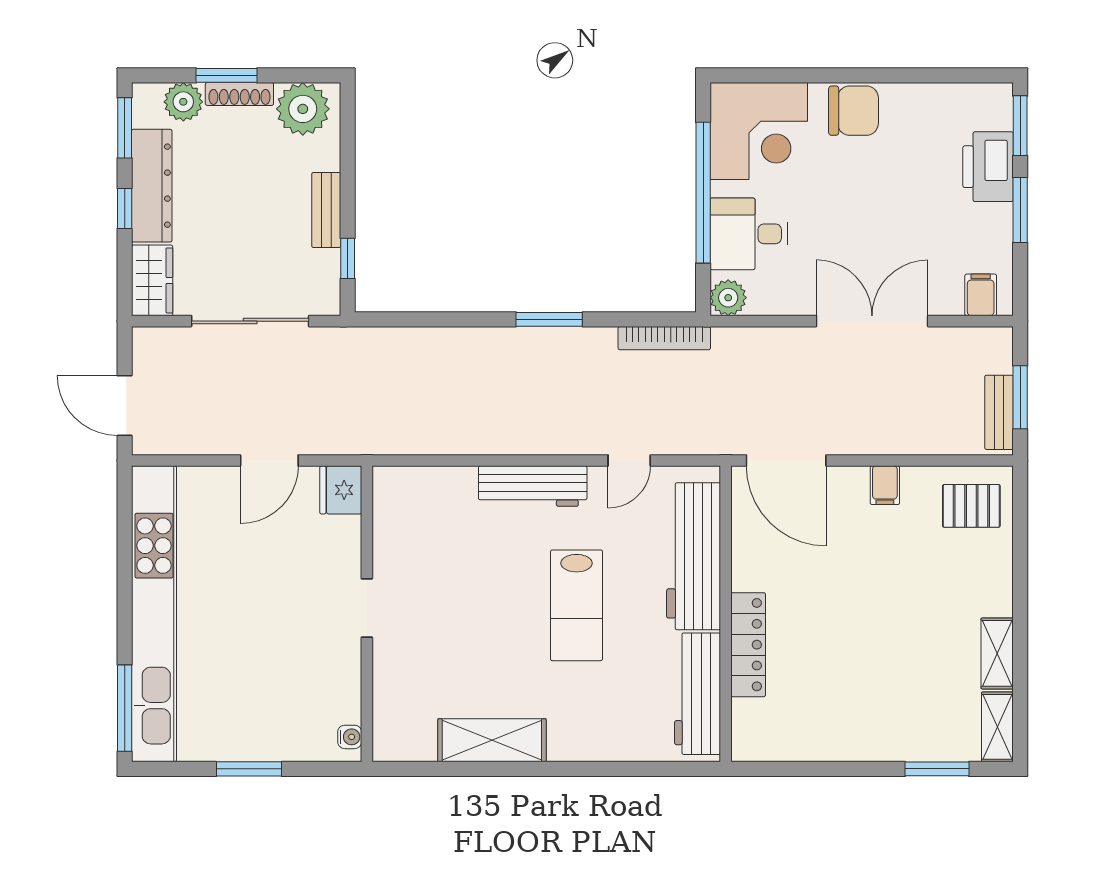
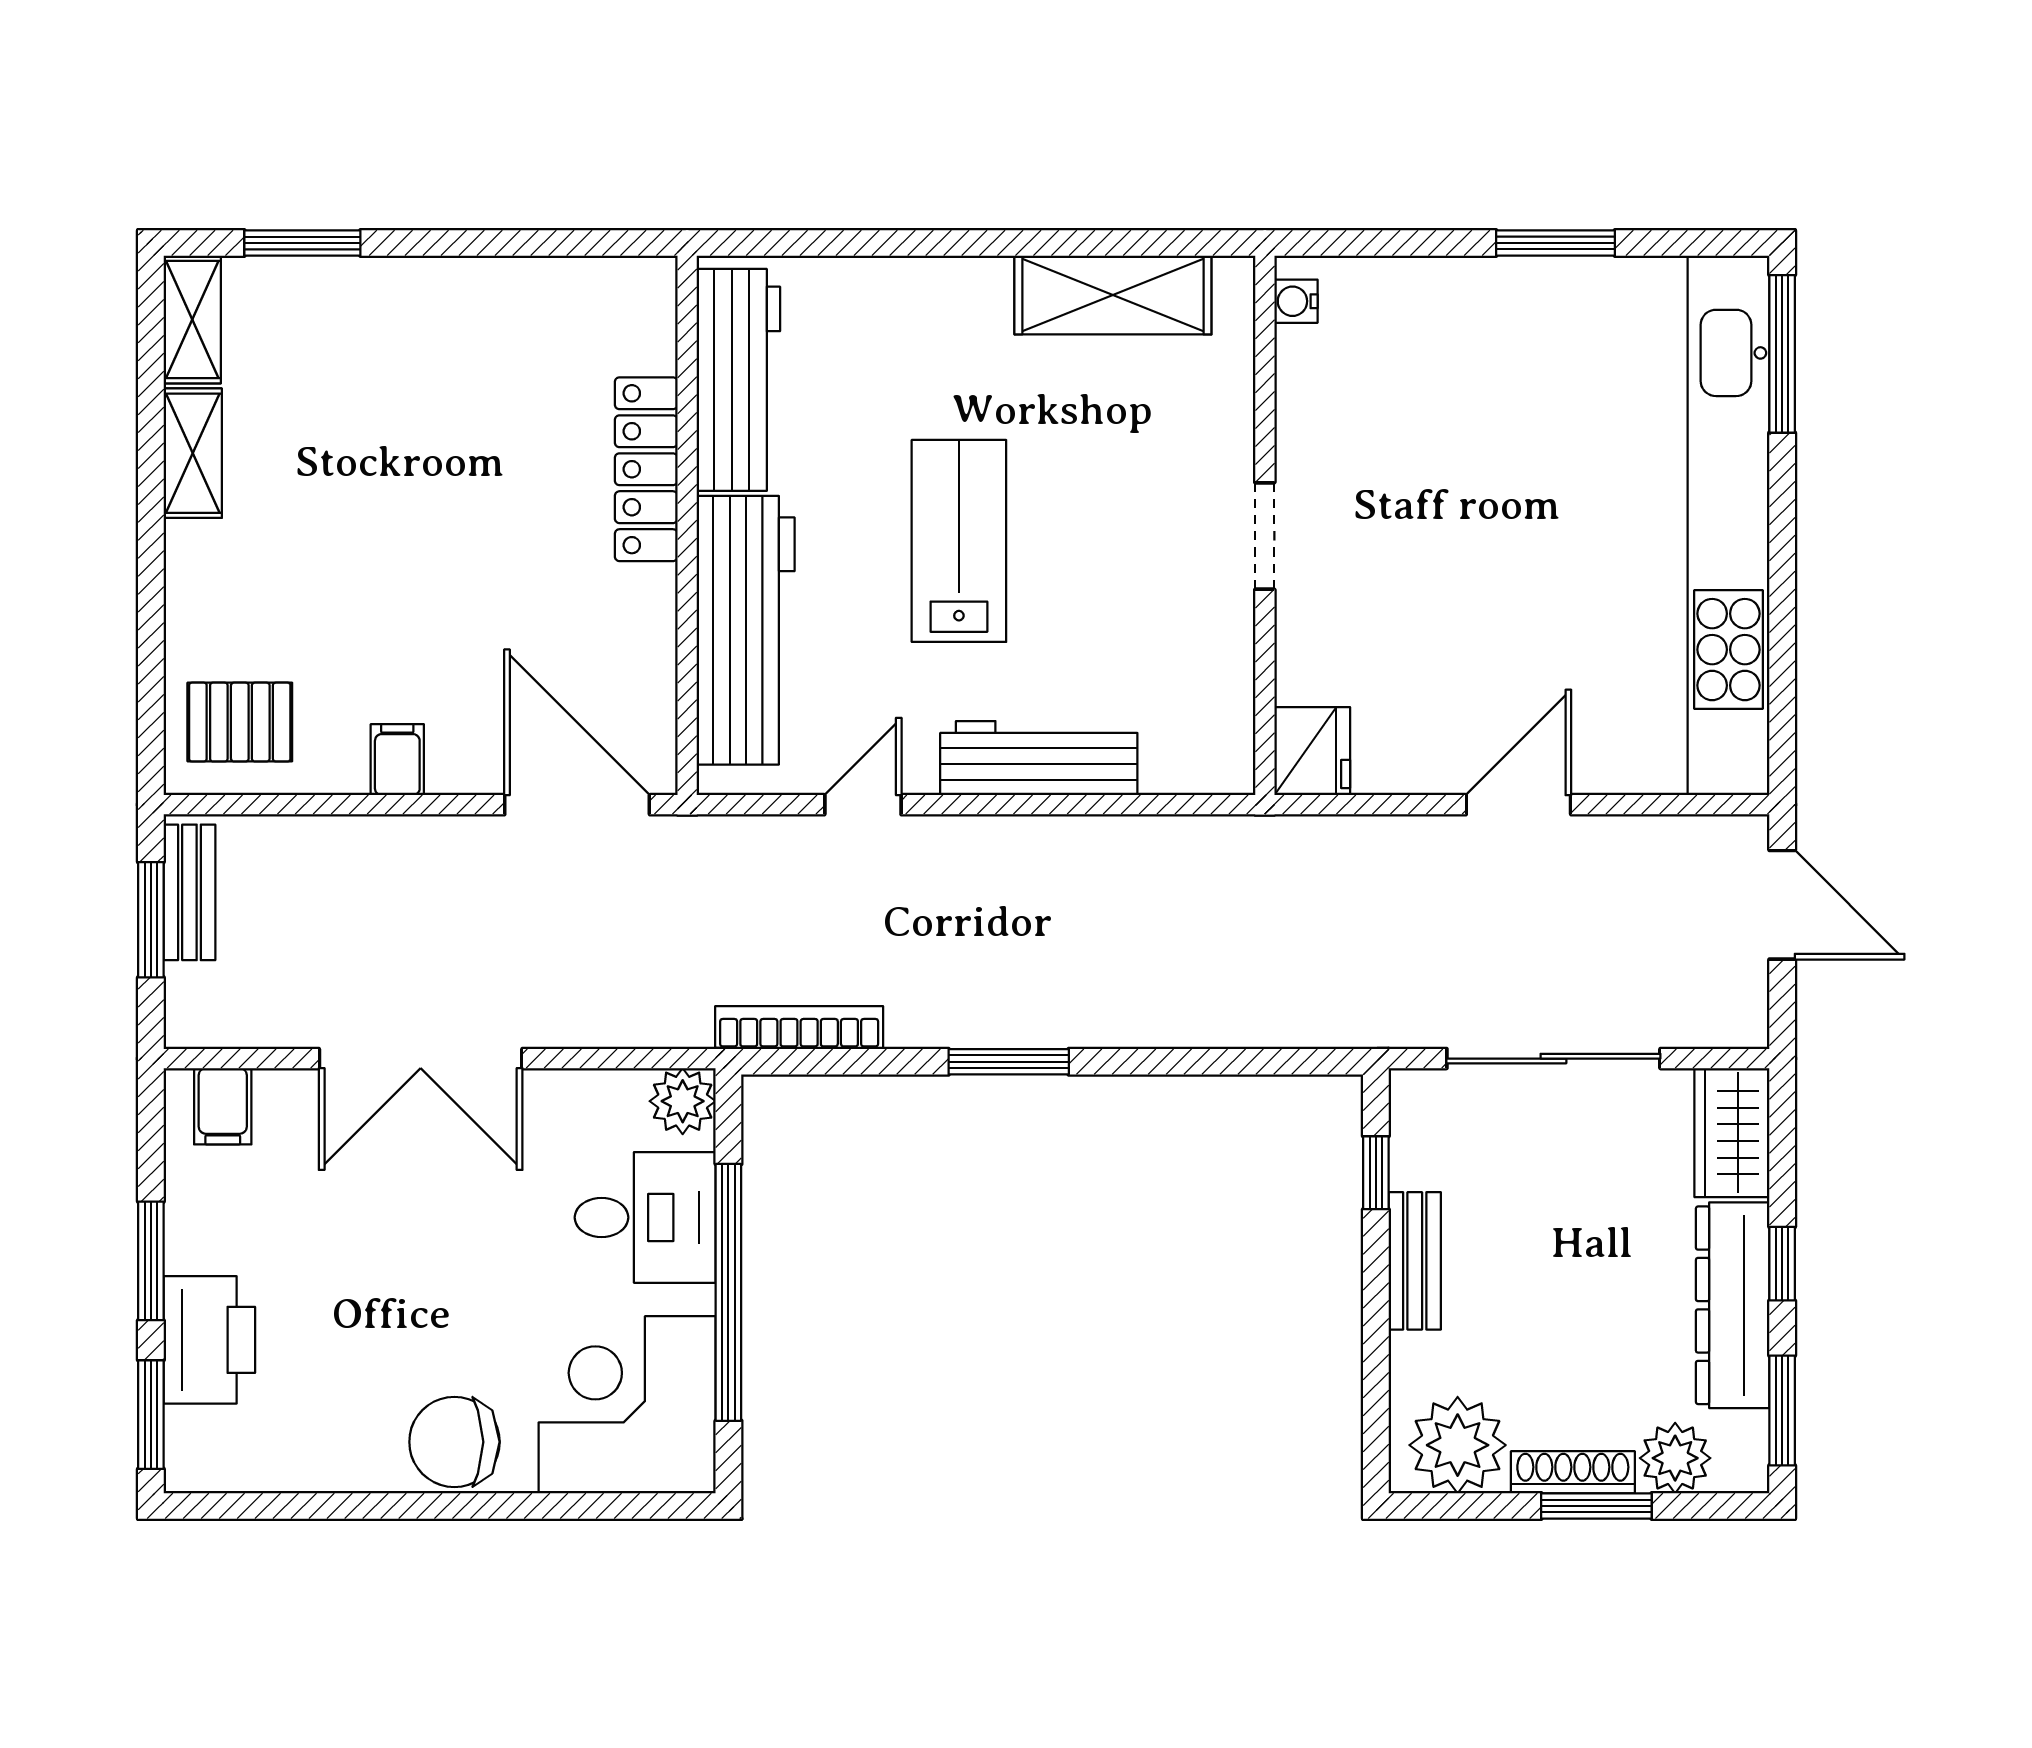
fridge: (341, 490) -> (1312, 751), moved
doorway: (367, 608) -> (1265, 536), moved
wall: (367, 614) -> (1265, 525), moved
water cooler: (350, 737) -> (1296, 301), moved

